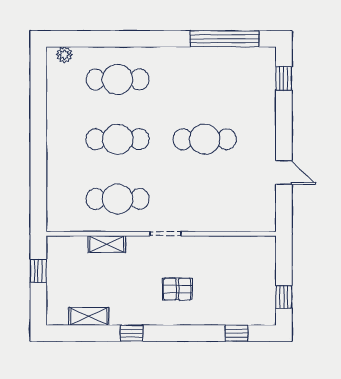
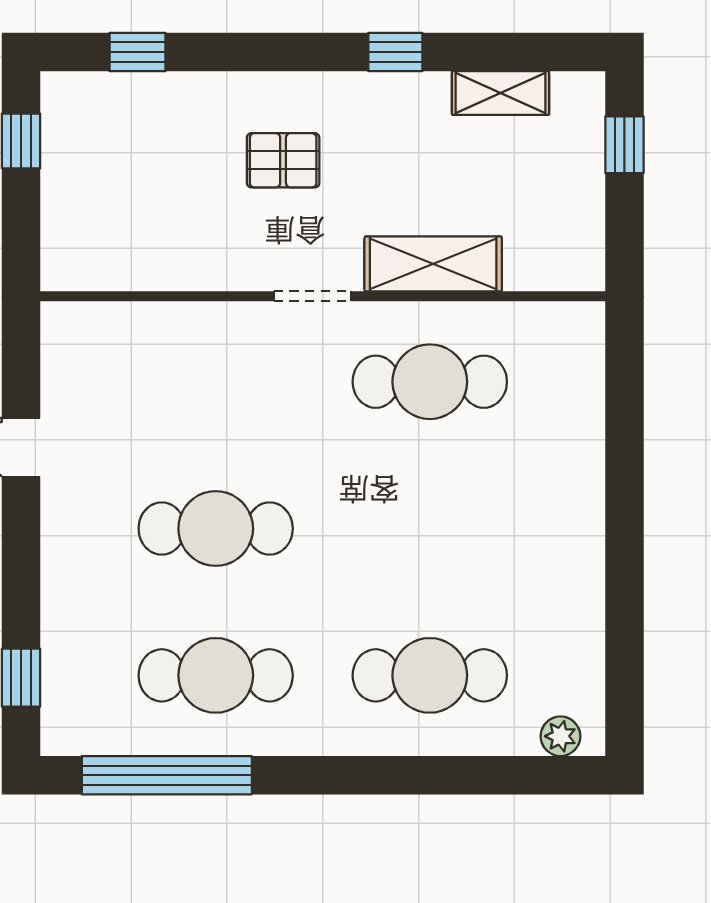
cafe table: (118, 139) -> (216, 675), moved
shelving: (107, 244) -> (433, 264), width x1.50, depth x1.33
window: (38, 271) -> (624, 145), moved

